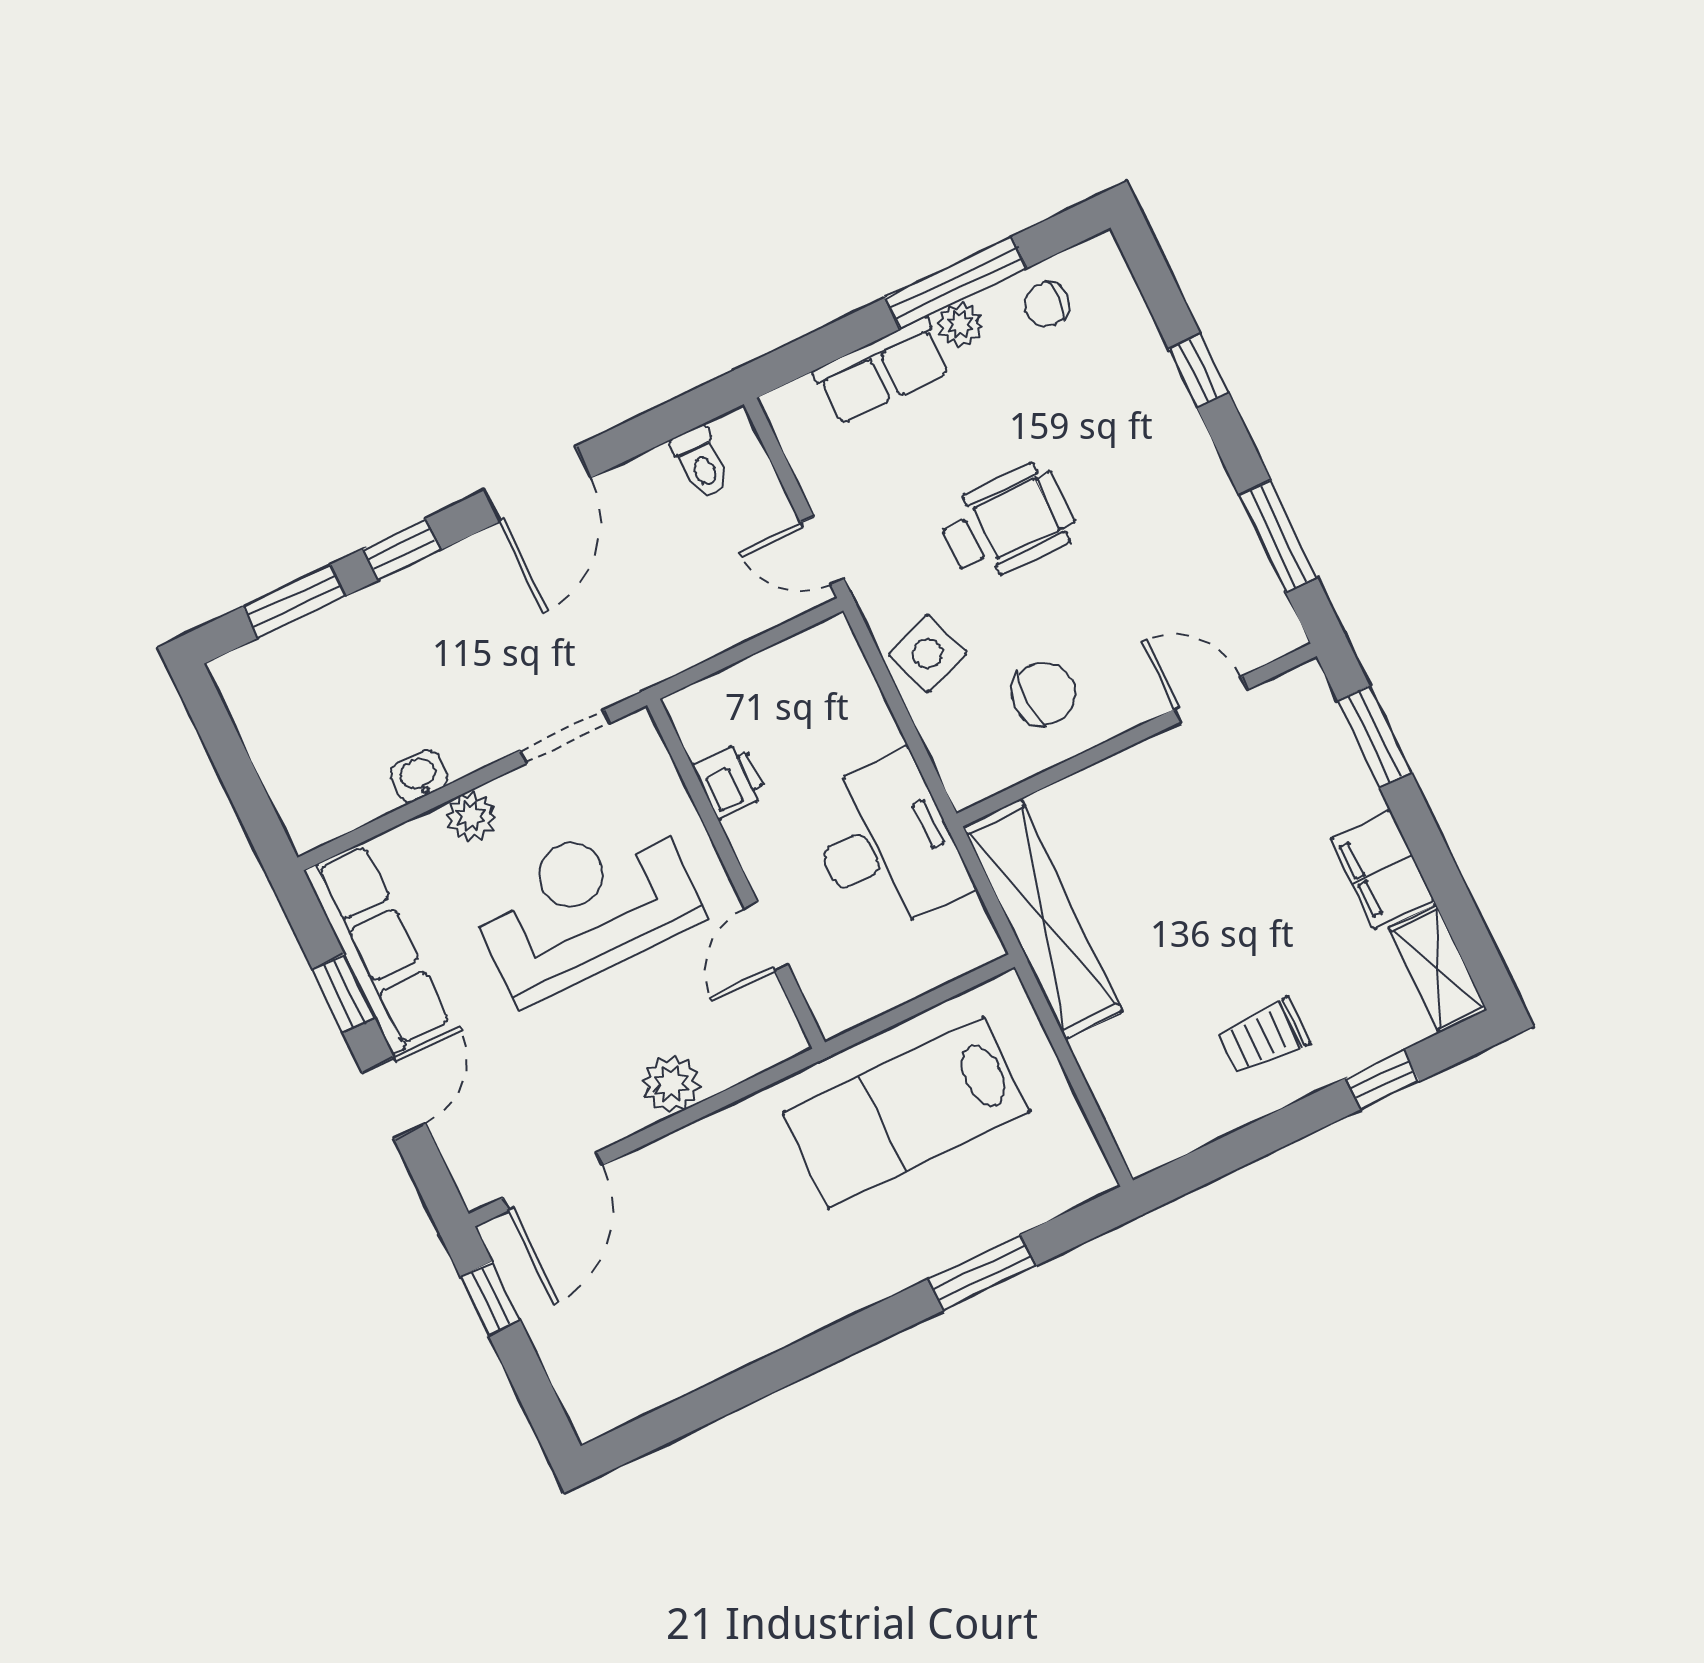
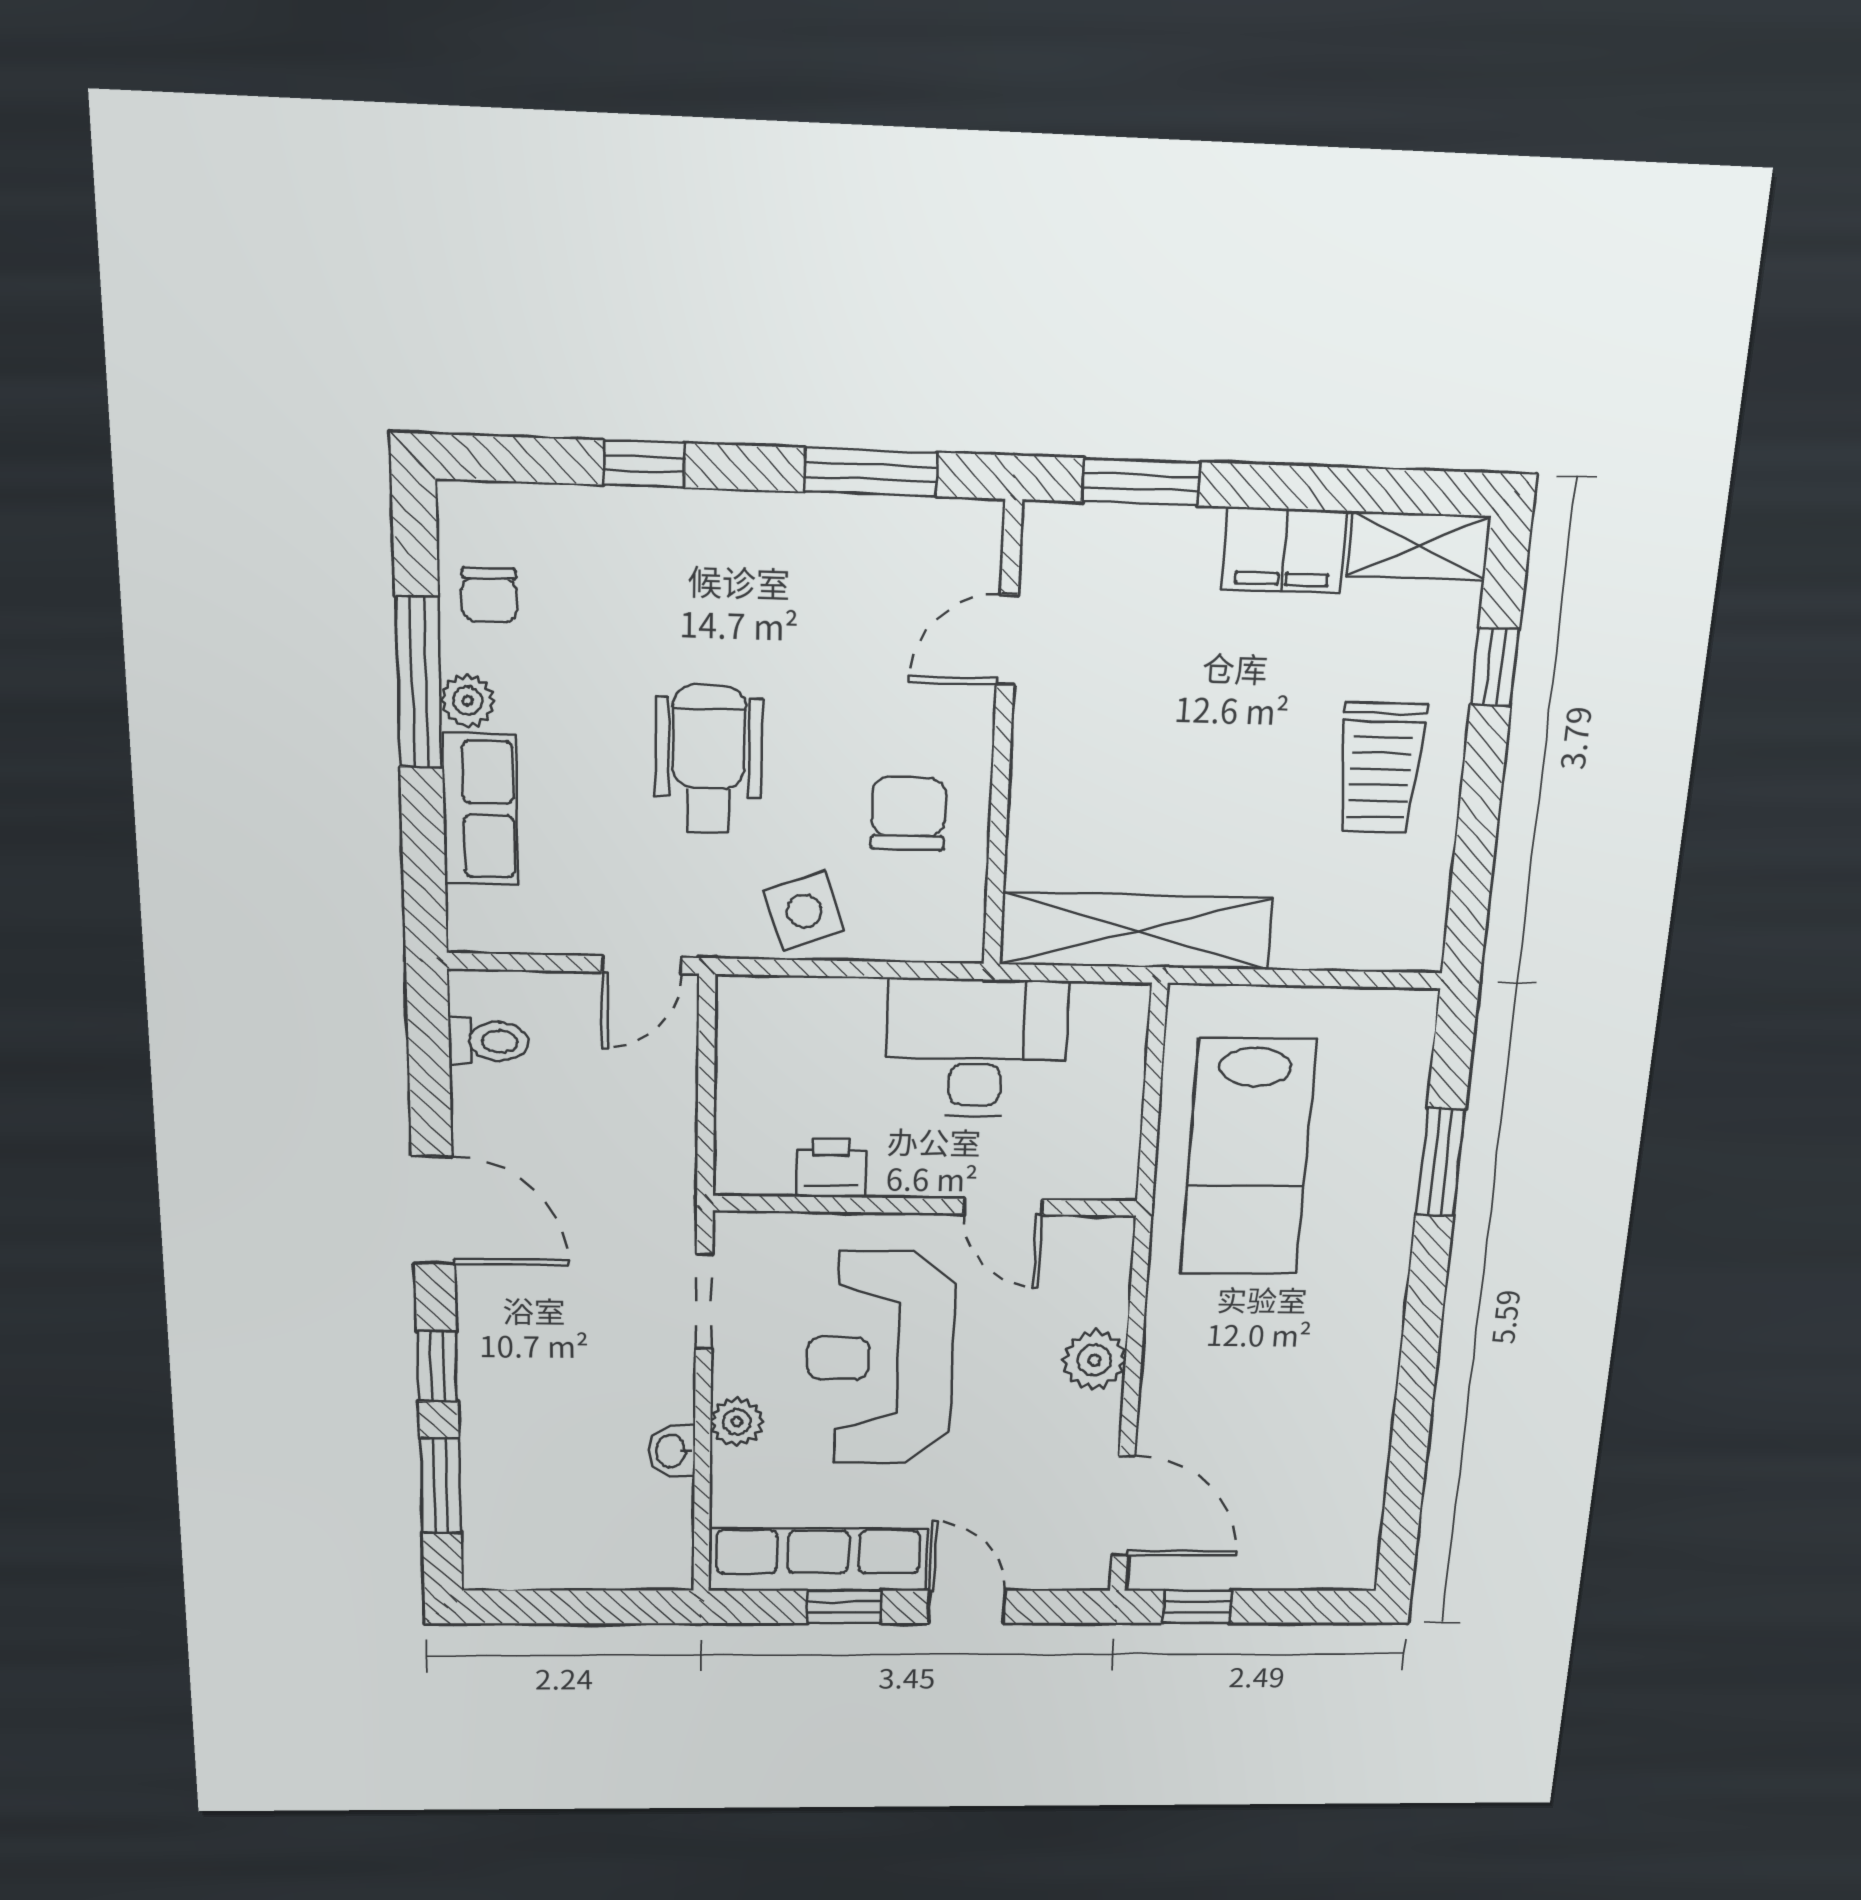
trolley: (1264, 1037) -> (1381, 768), width x1.36, depth x1.39

